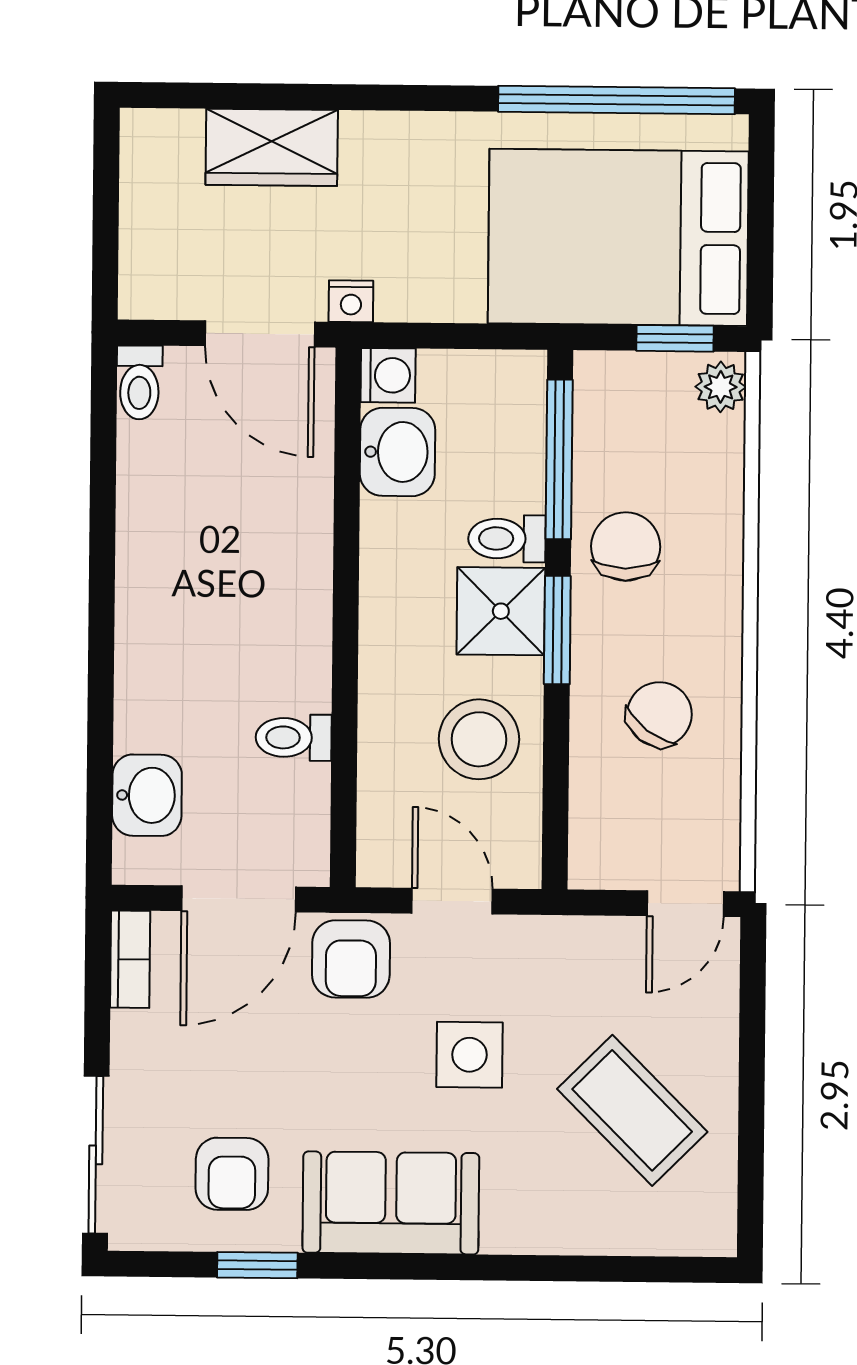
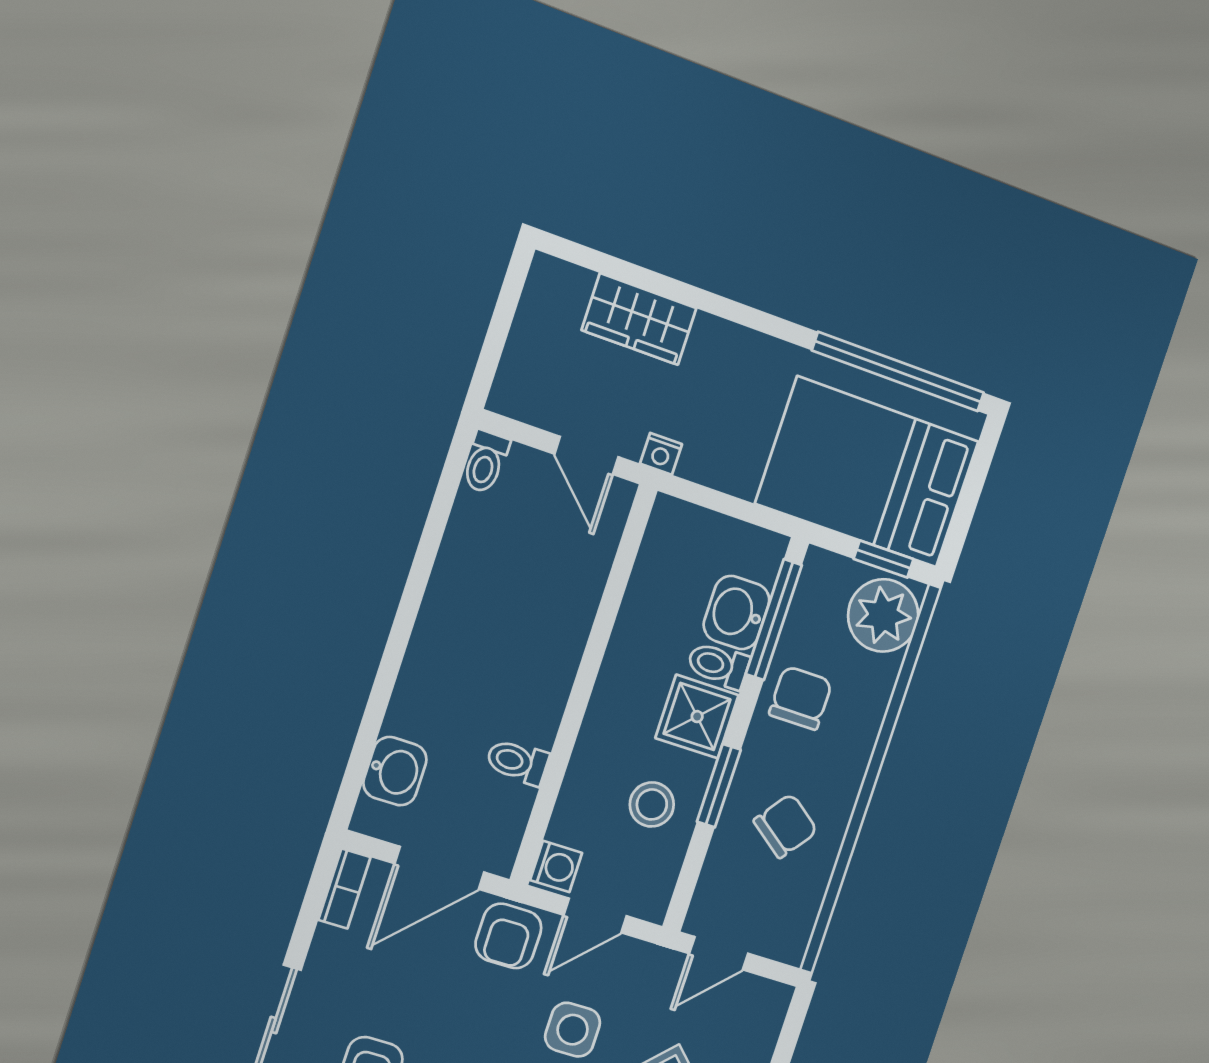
door: (260, 334) -> (587, 456), width x0.73
washing machine: (388, 375) -> (556, 866), moved
plant: (721, 387) -> (883, 615), width x1.88, depth x1.88
washbasin: (397, 452) -> (737, 613), moved, turned 180
window: (557, 630) -> (719, 786), moved
stool: (479, 739) -> (652, 804), width x0.73, depth x0.73
door: (452, 901) -> (595, 916), swing flipped
door: (685, 904) -> (719, 953), moved

